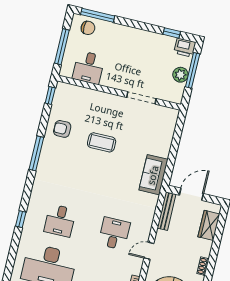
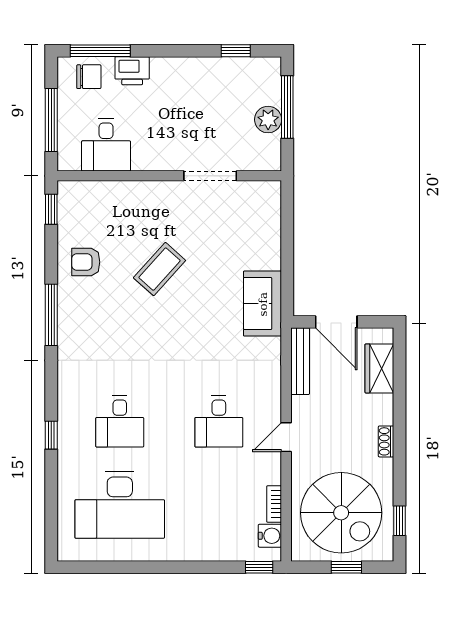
printer: (185, 48) -> (132, 71), moved
coffee table: (102, 142) -> (159, 269), turned -48
door: (191, 194) -> (336, 322), swing flipped
desk: (114, 233) -> (219, 421), turned 180

